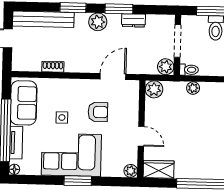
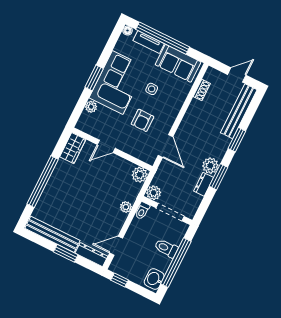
plant: (98, 22) -> (210, 166), moved
shoe rack: (53, 67) -> (202, 90), moved
plant: (131, 171) -> (91, 107), moved

